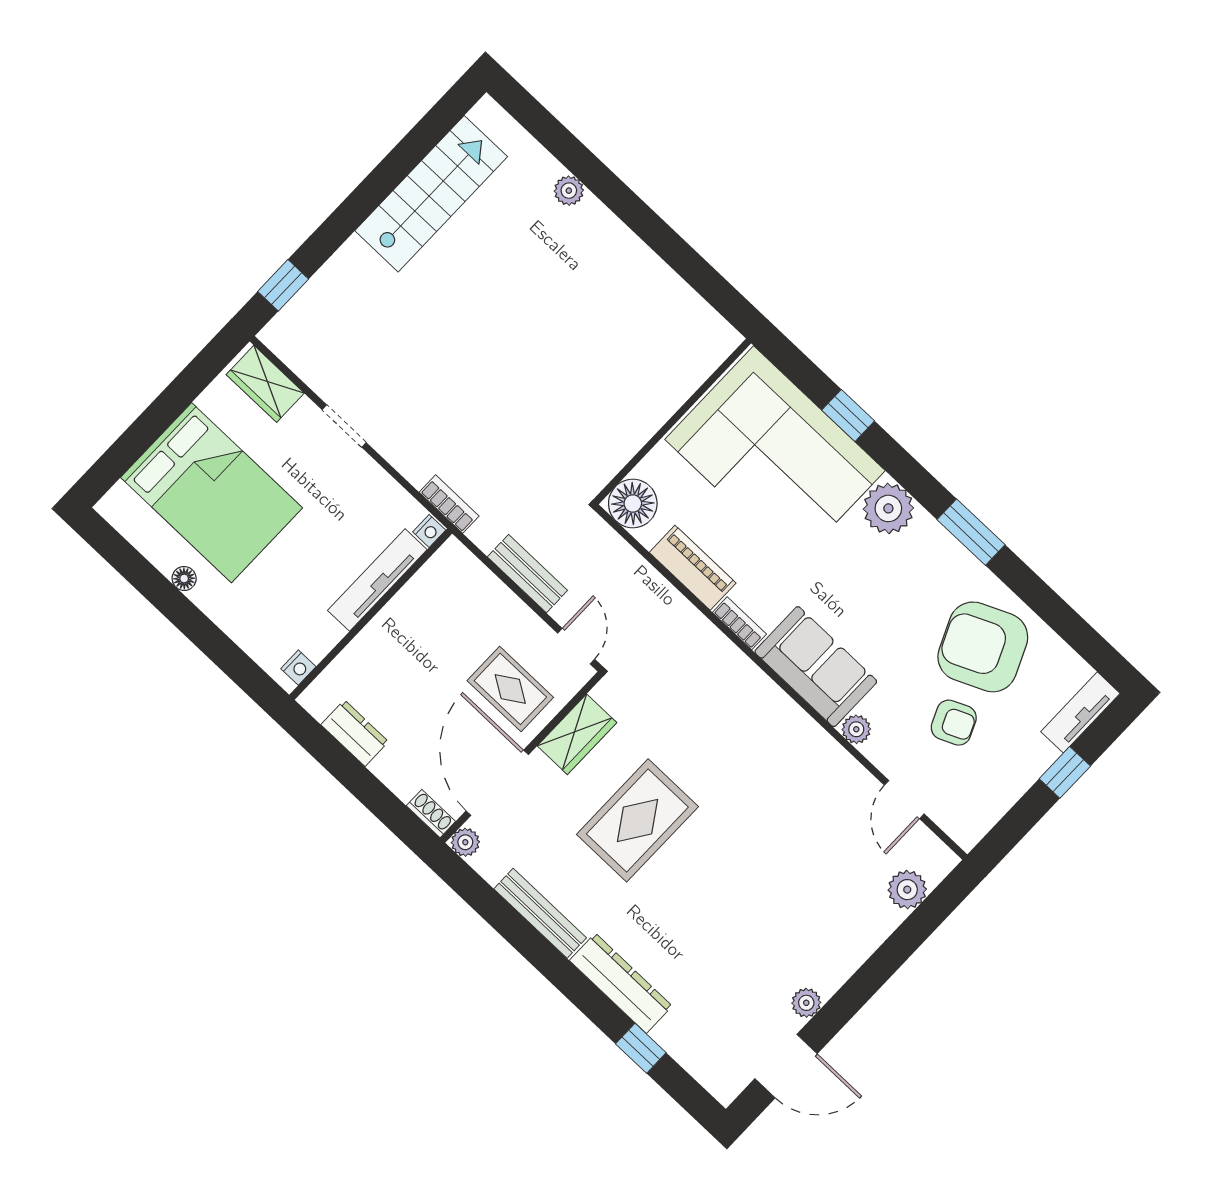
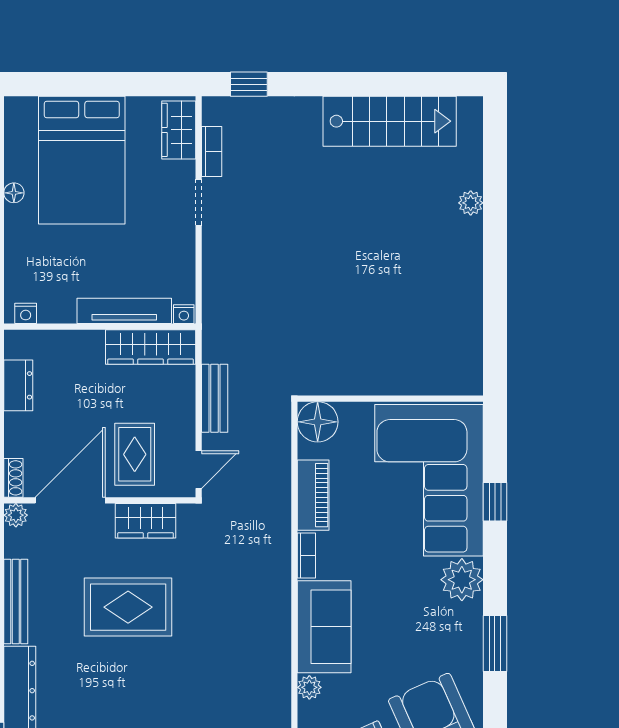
bookcase: (449, 504) -> (212, 152), moved
wardrobe: (430, 587) -> (151, 347), added

